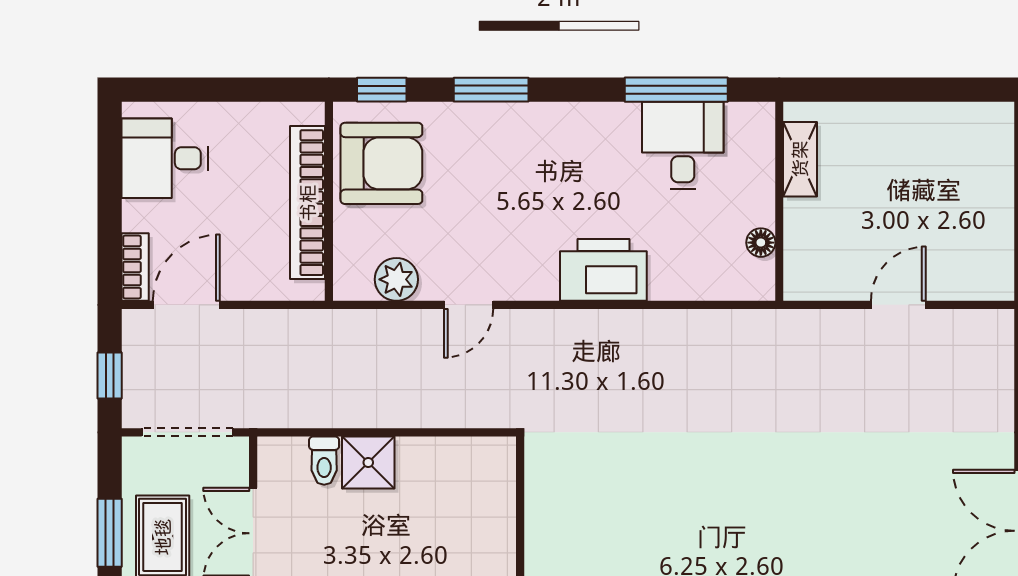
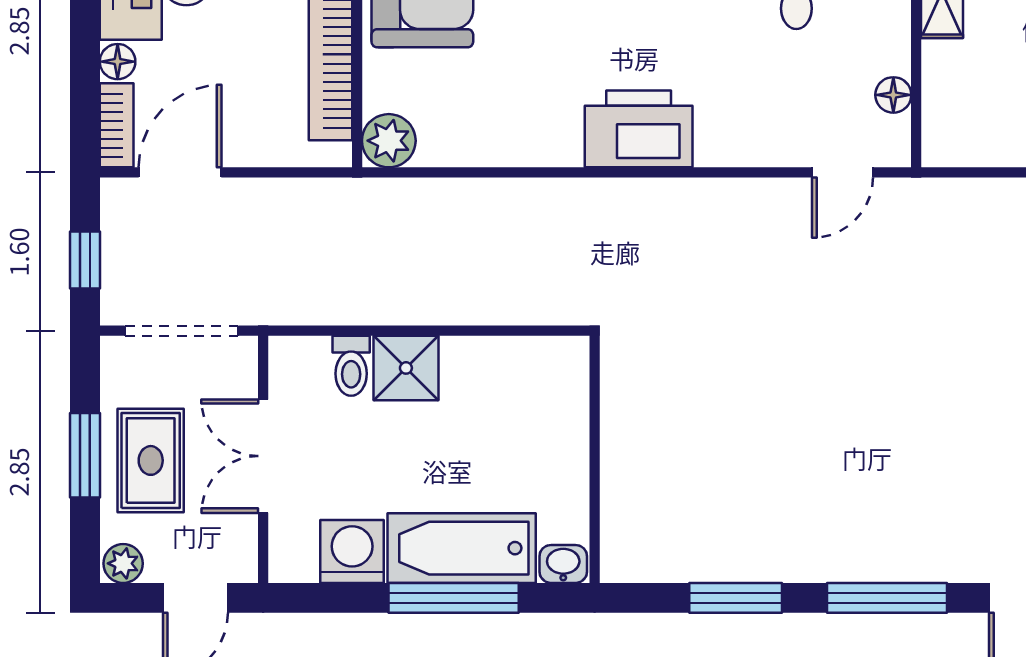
floor lamp: (136, 216) -> (118, 62), added
printer: (603, 270) -> (639, 129), moved
plant: (396, 279) -> (389, 141), moved
door: (469, 305) -> (842, 172), moved

